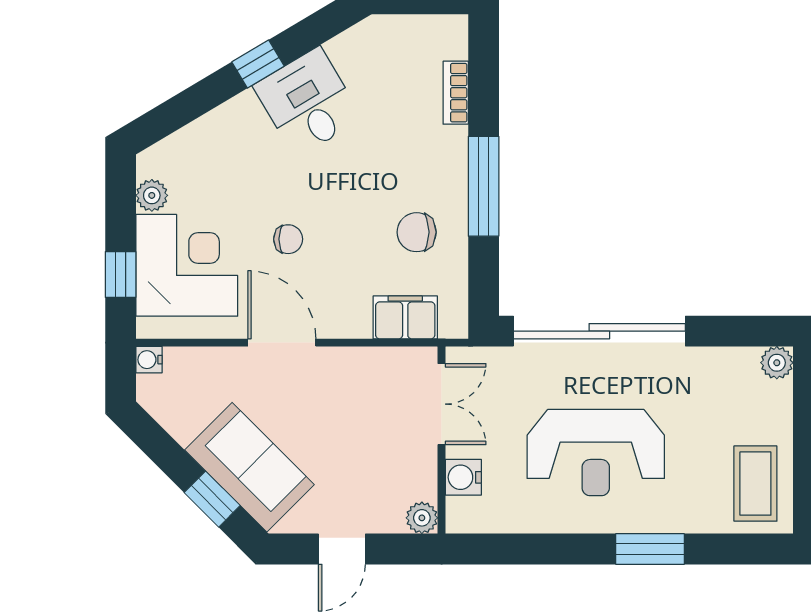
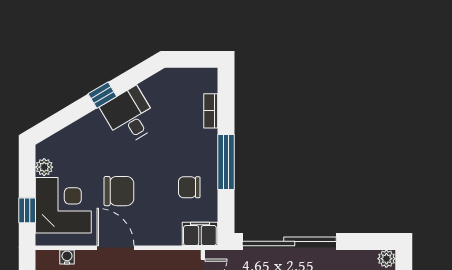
chair: (288, 239) -> (119, 191), width x1.87, depth x1.87
filing cabinet: (405, 317) -> (200, 234), moved
water cooler: (149, 360) -> (67, 257), moved, turned 90

